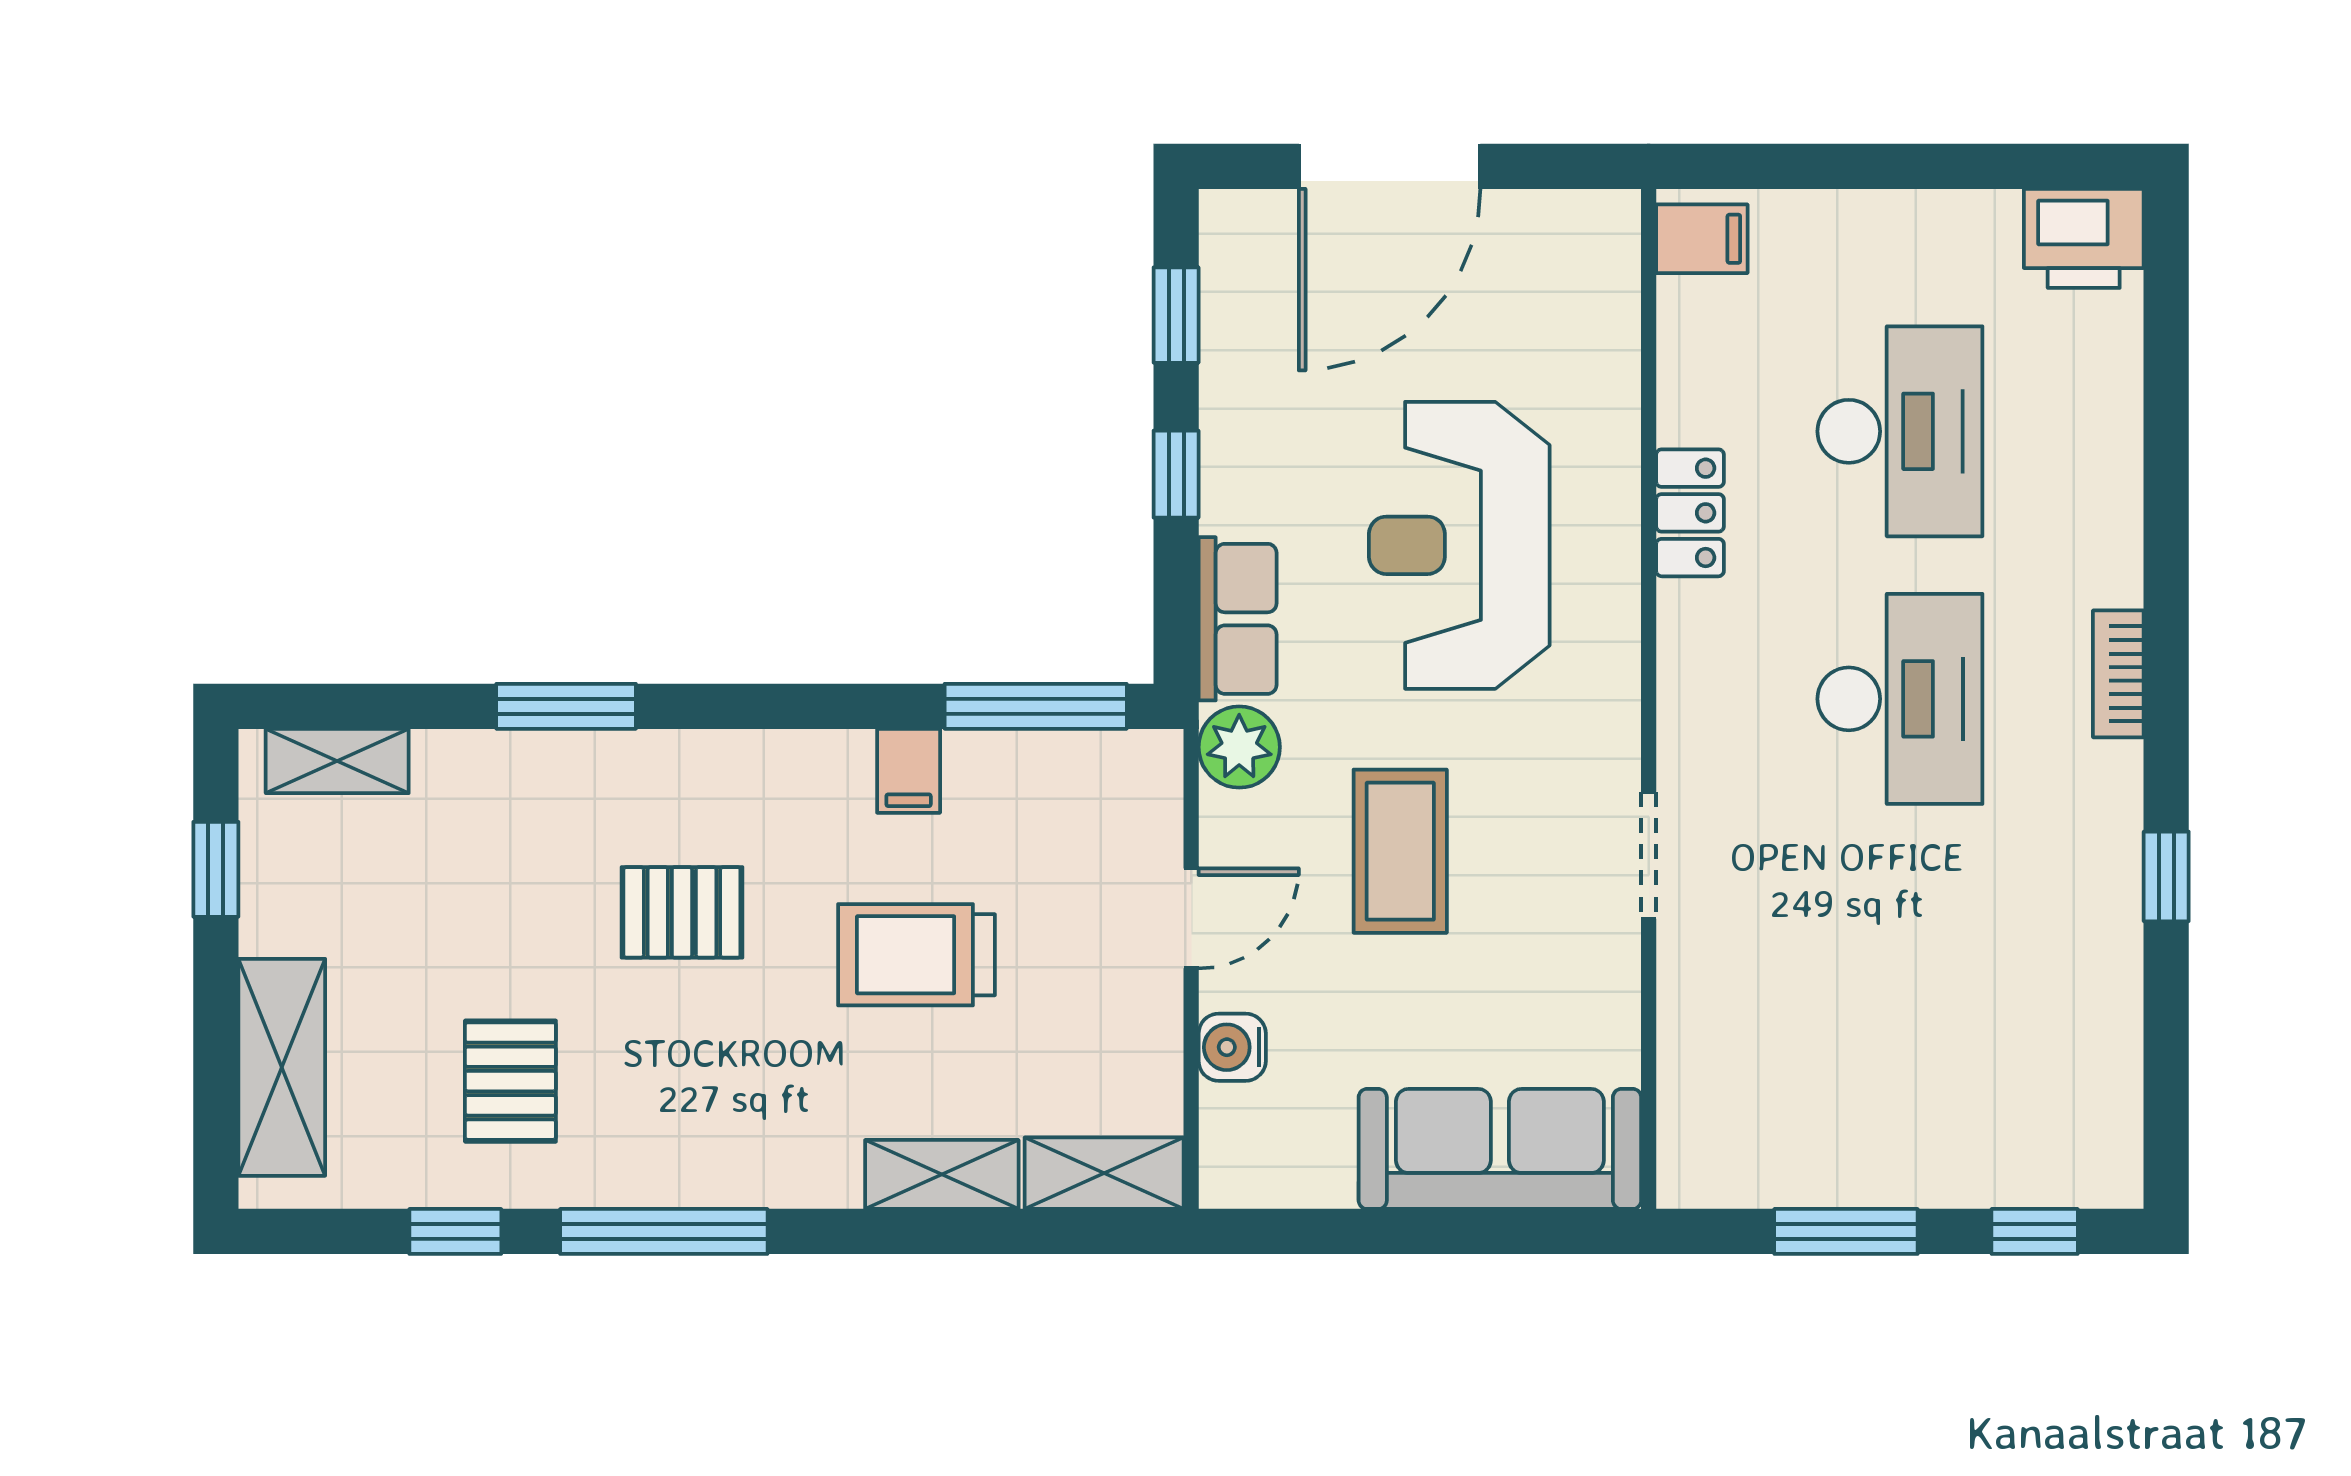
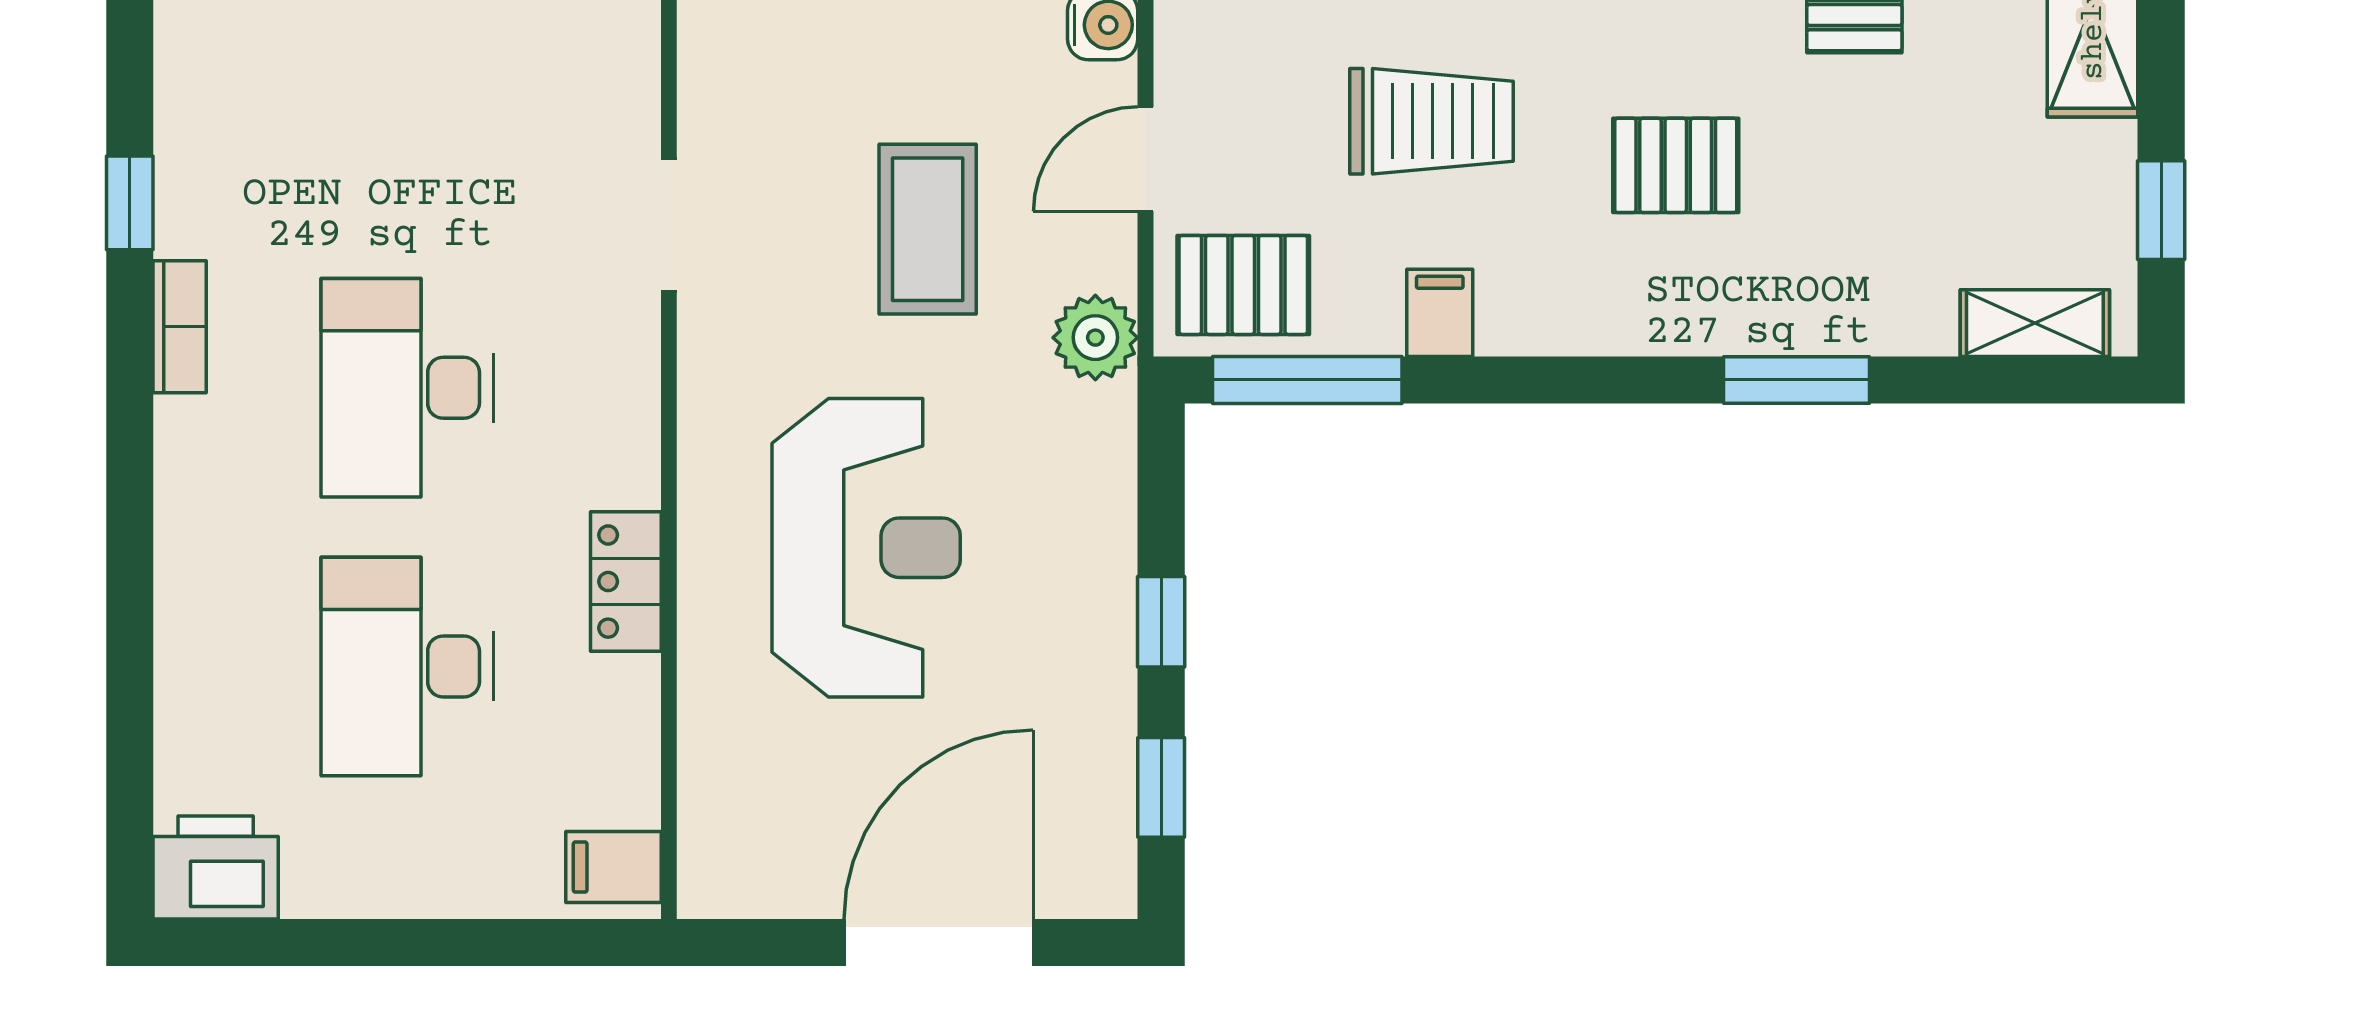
row of seats: (1238, 619) -> (1097, 471), removed
bookcase: (2118, 674) -> (180, 327), moved
pallet: (1097, 798) -> (1243, 285), added

